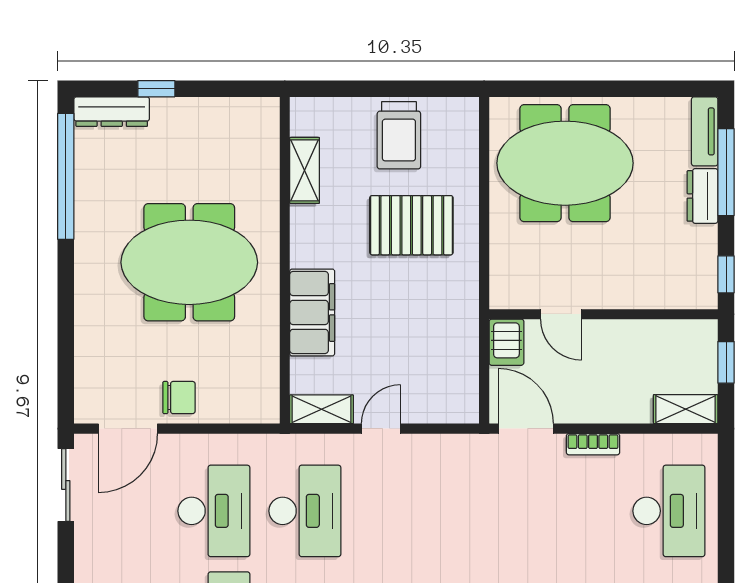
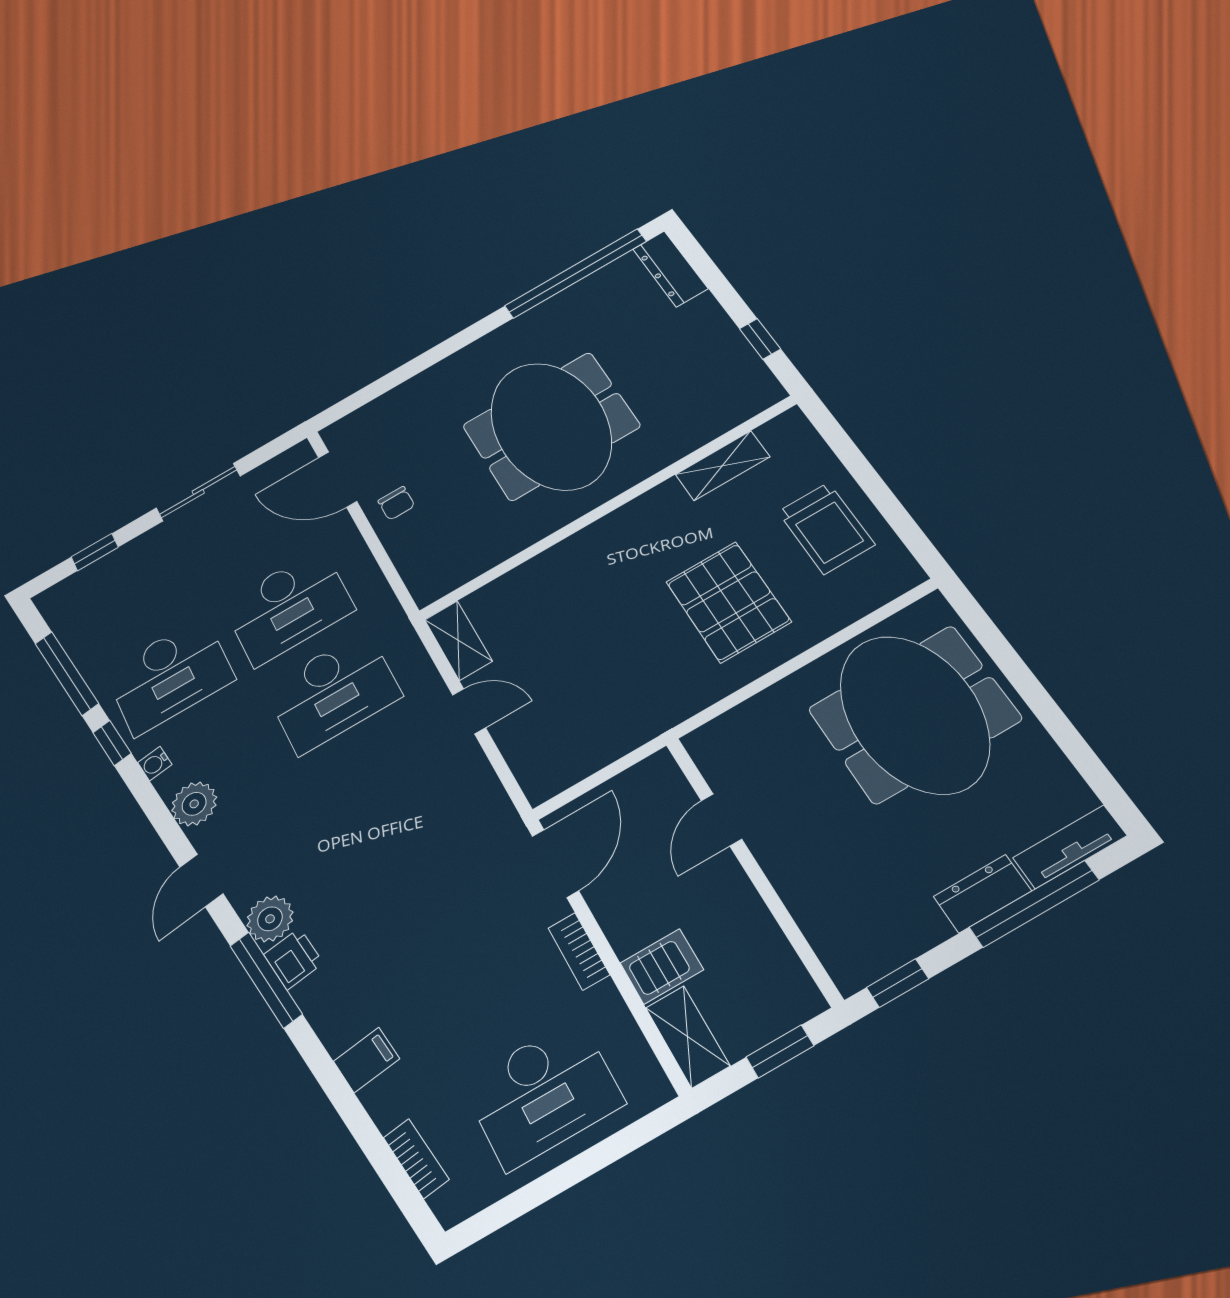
window: (156, 89) -> (760, 339), moved
trolley: (399, 135) -> (826, 528), turned -90
filing cabinet: (312, 312) -> (564, 567), removed
server rack: (506, 342) -> (662, 966), moved, turned 180
chair: (179, 398) -> (396, 503), width x0.73, depth x0.73
sliding door: (66, 485) -> (198, 492), moved

